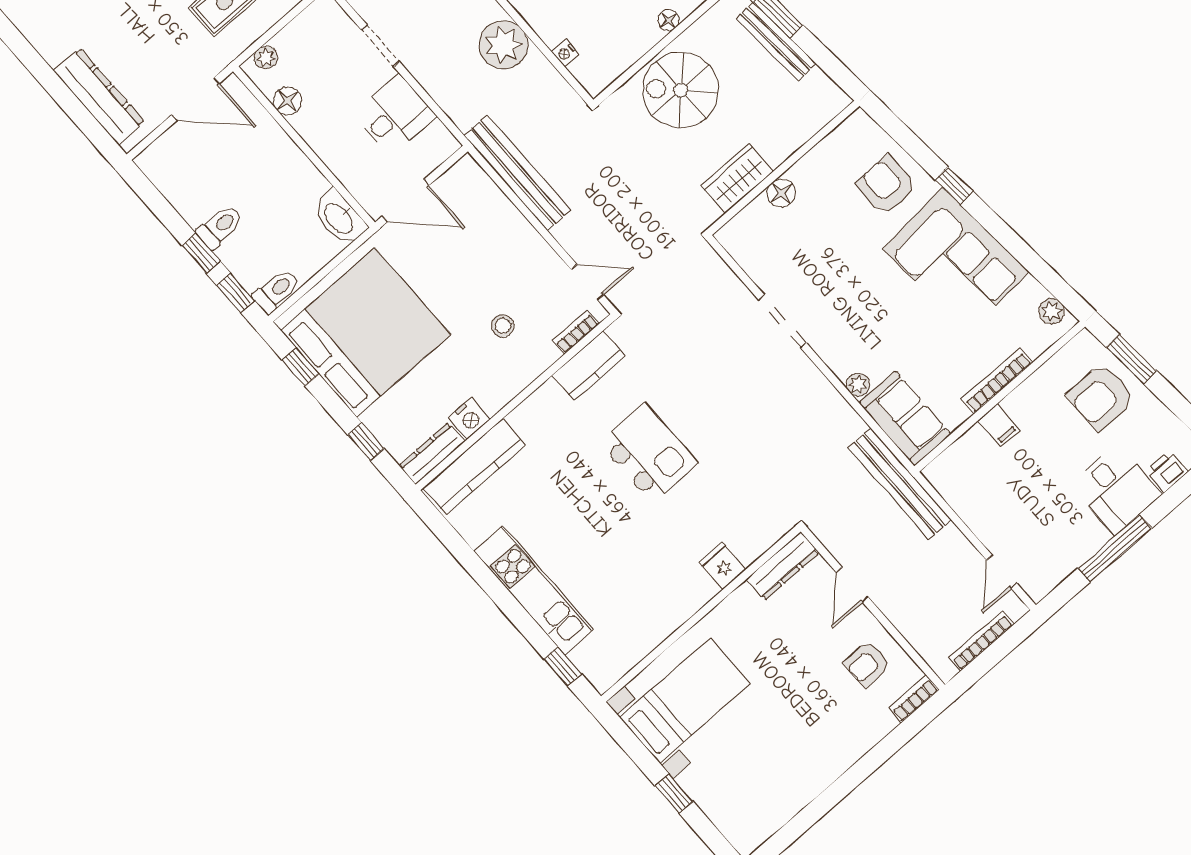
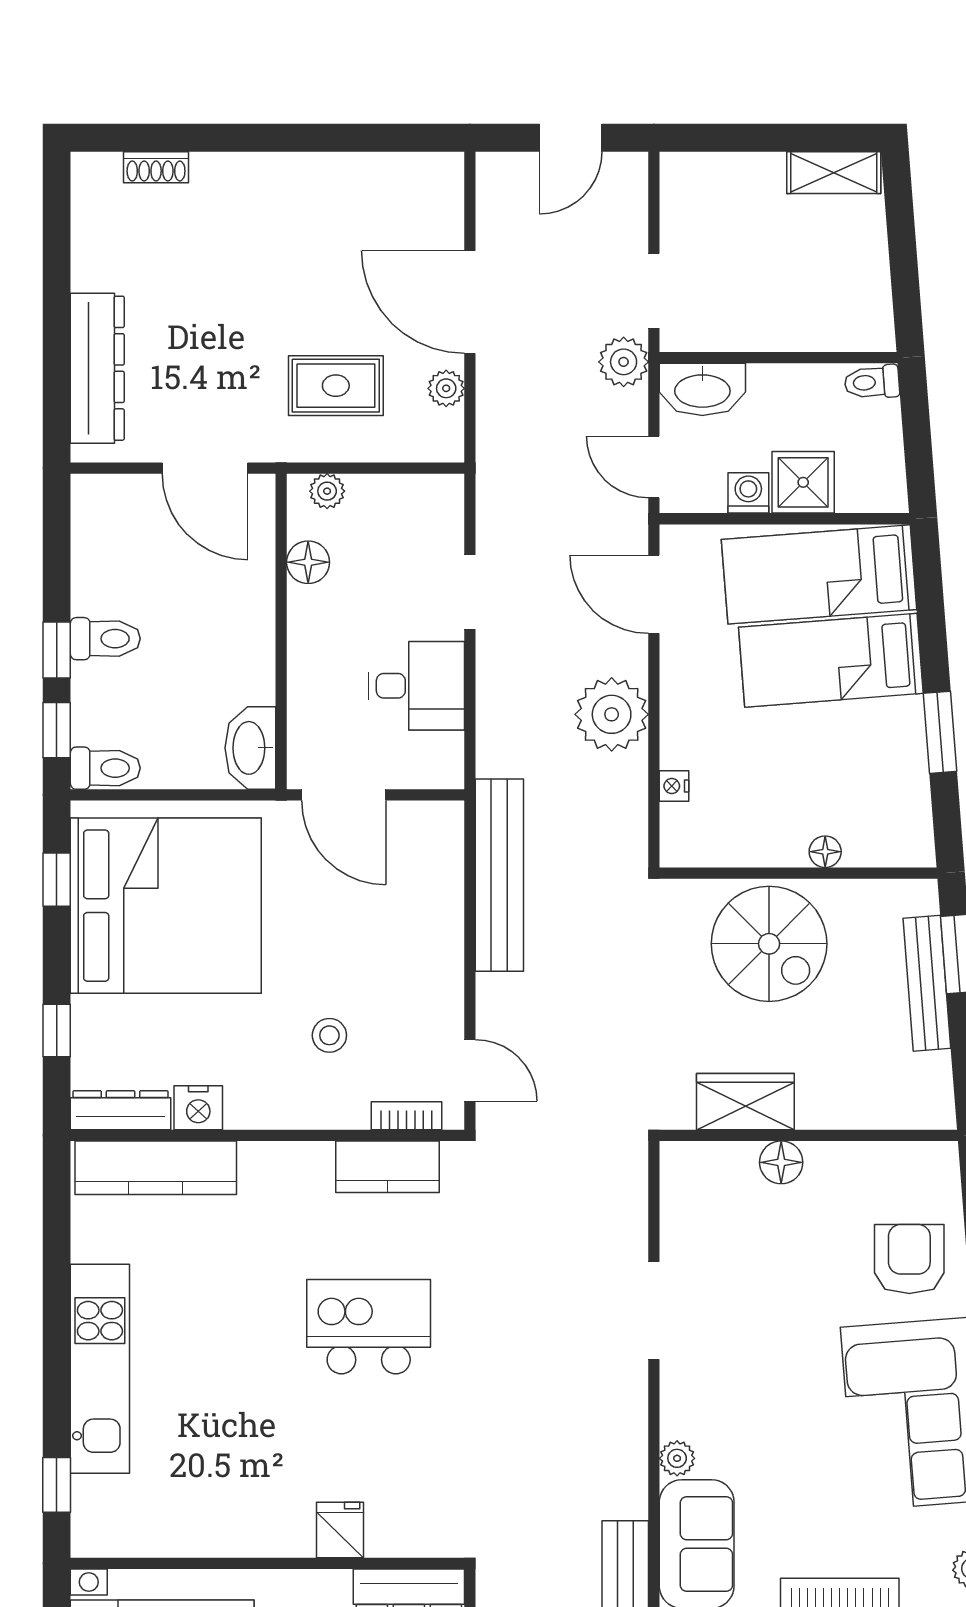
spiral stairs: (681, 90) -> (769, 944), turned 180
kitchen island: (648, 453) -> (369, 1327), turned -90

